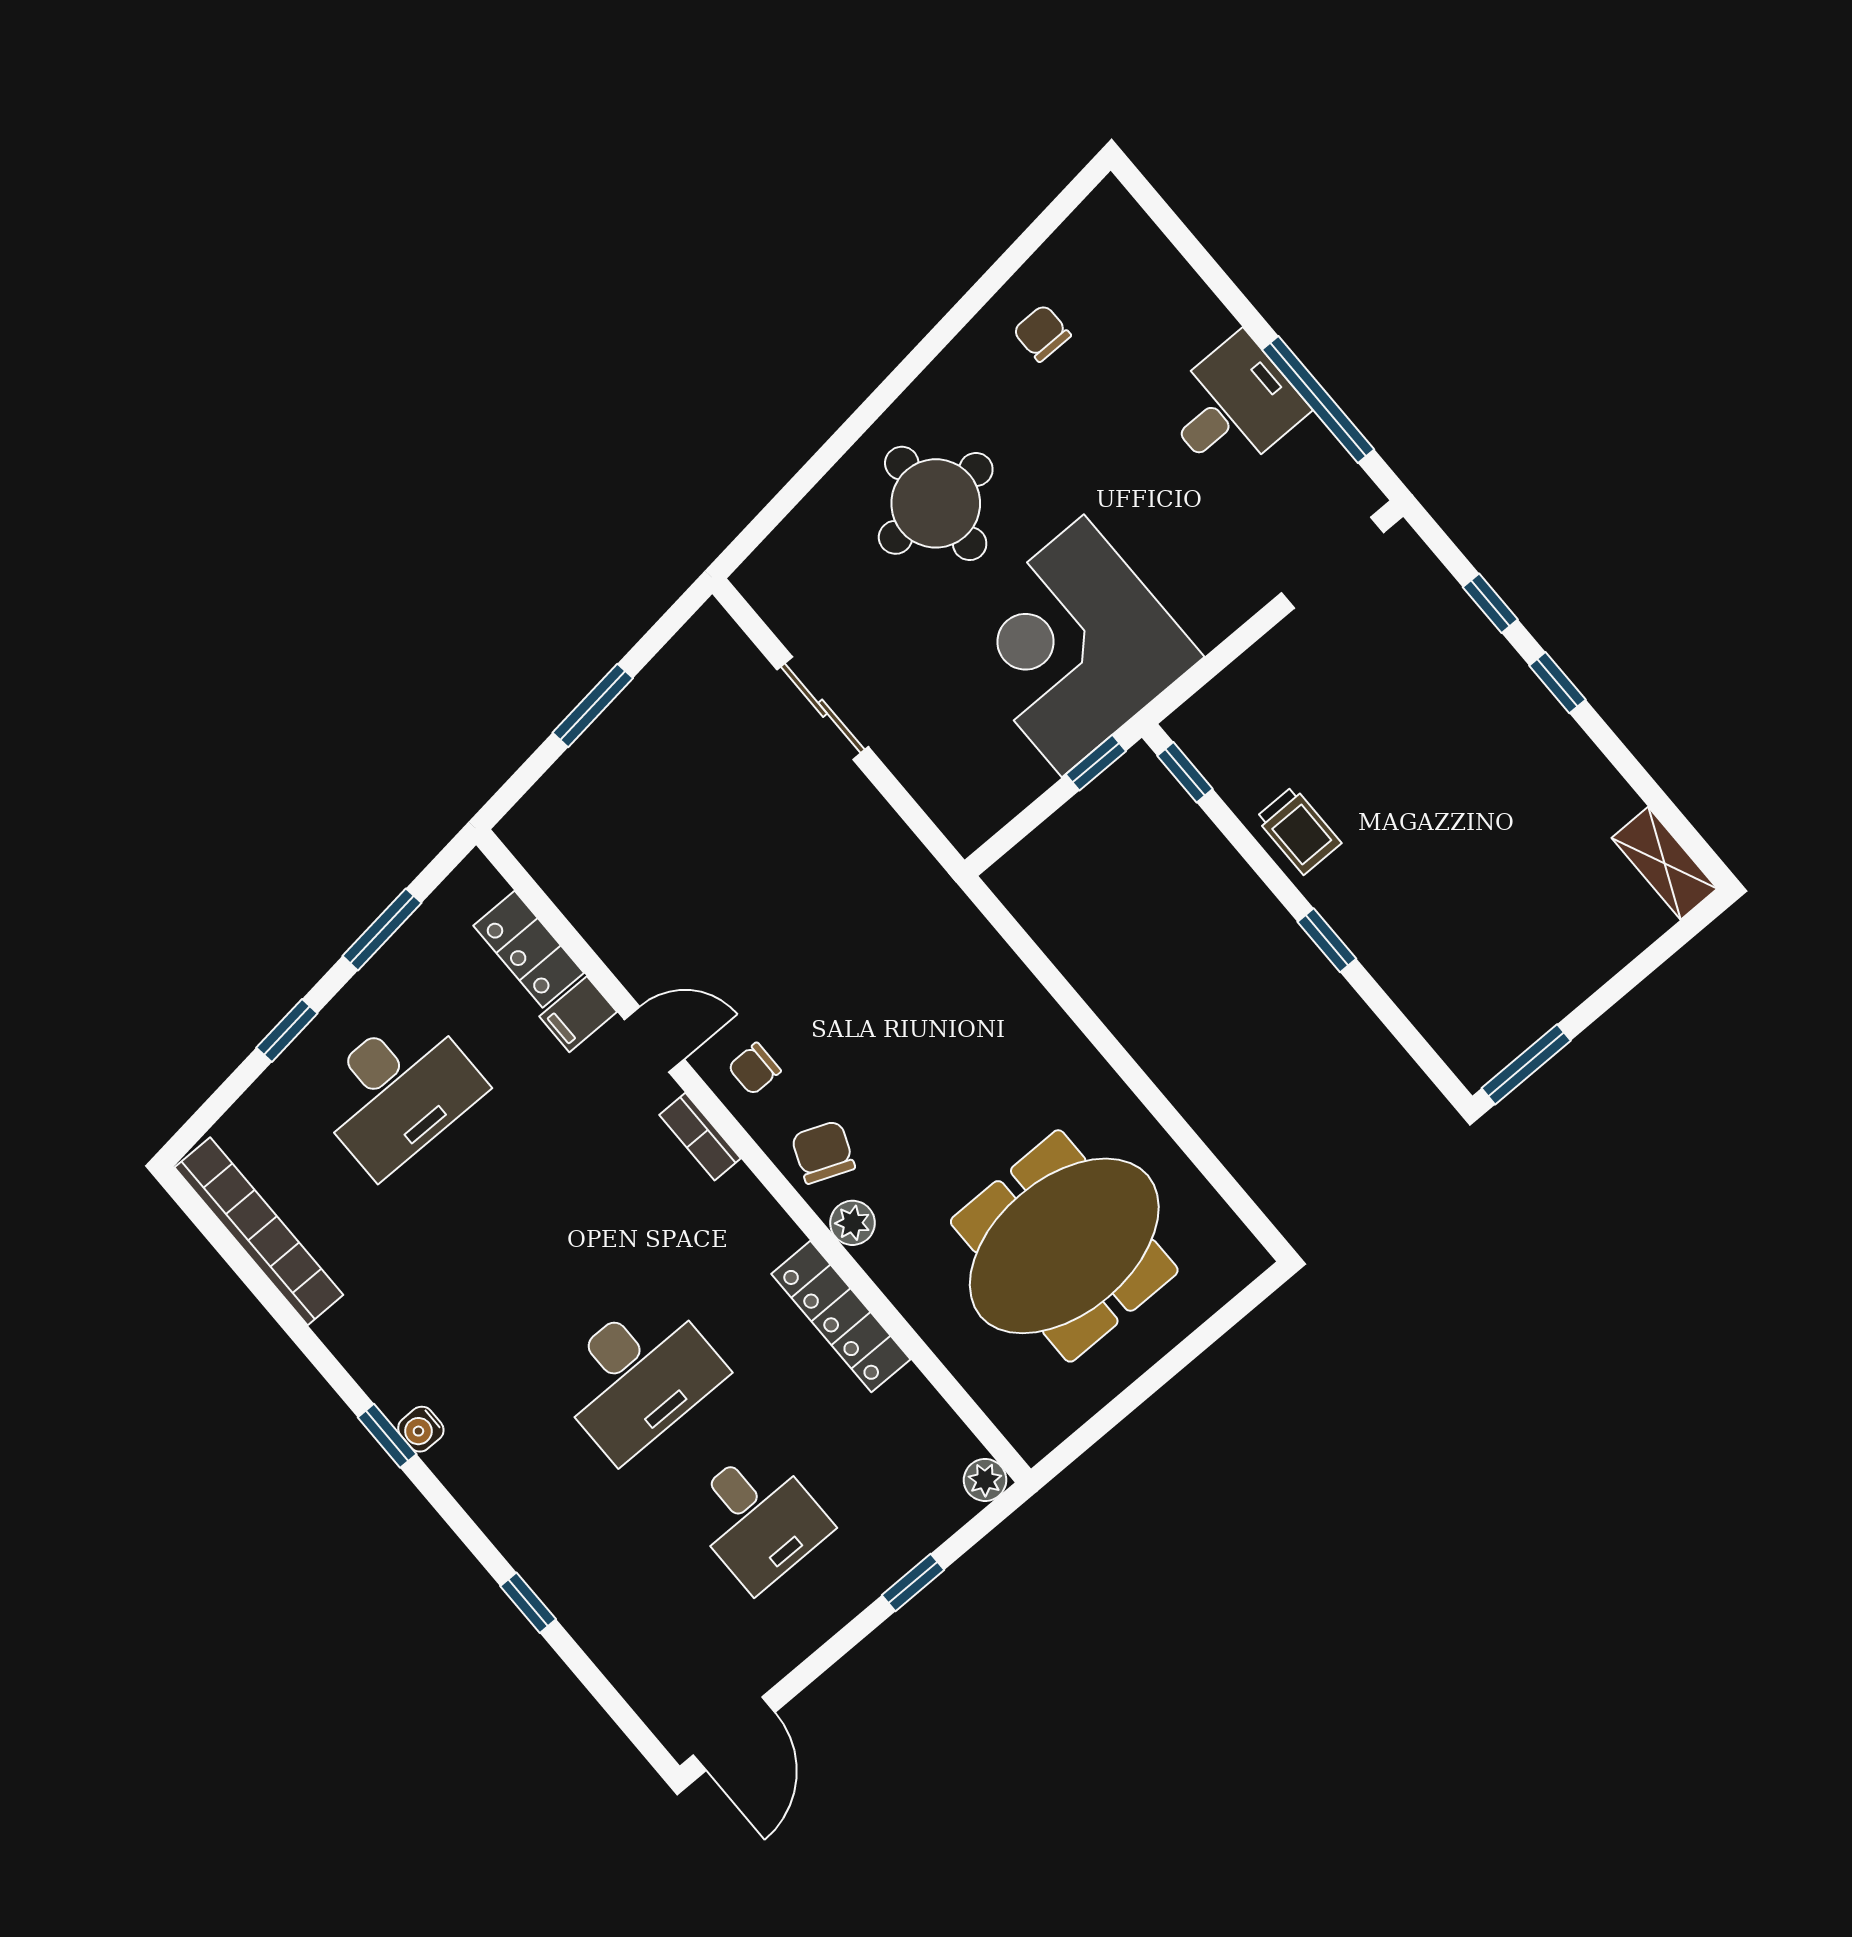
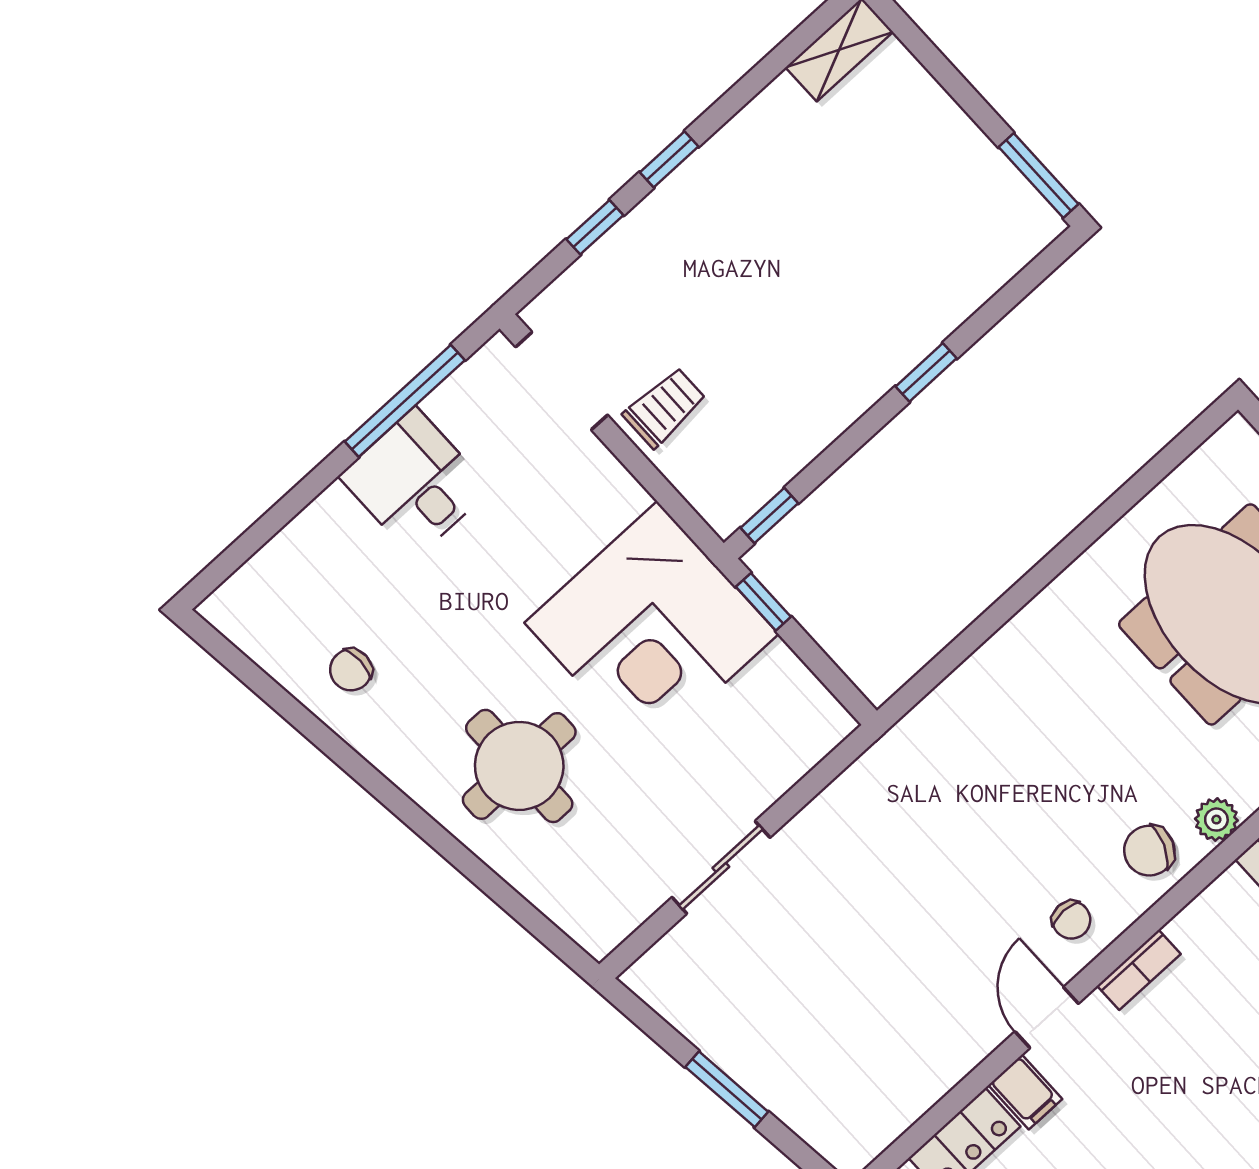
trolley: (1298, 830) -> (665, 407), moved

